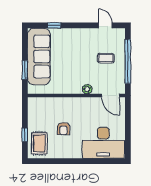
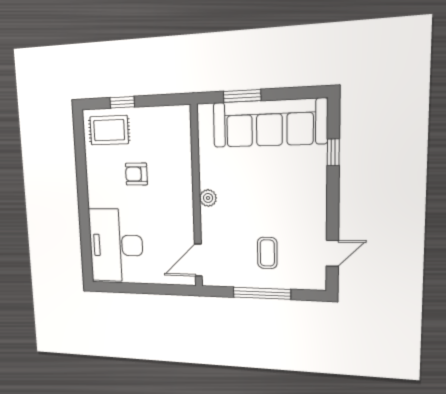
window: (128, 61) -> (262, 293), width x0.68
plant: (87, 89) -> (208, 198), moved

